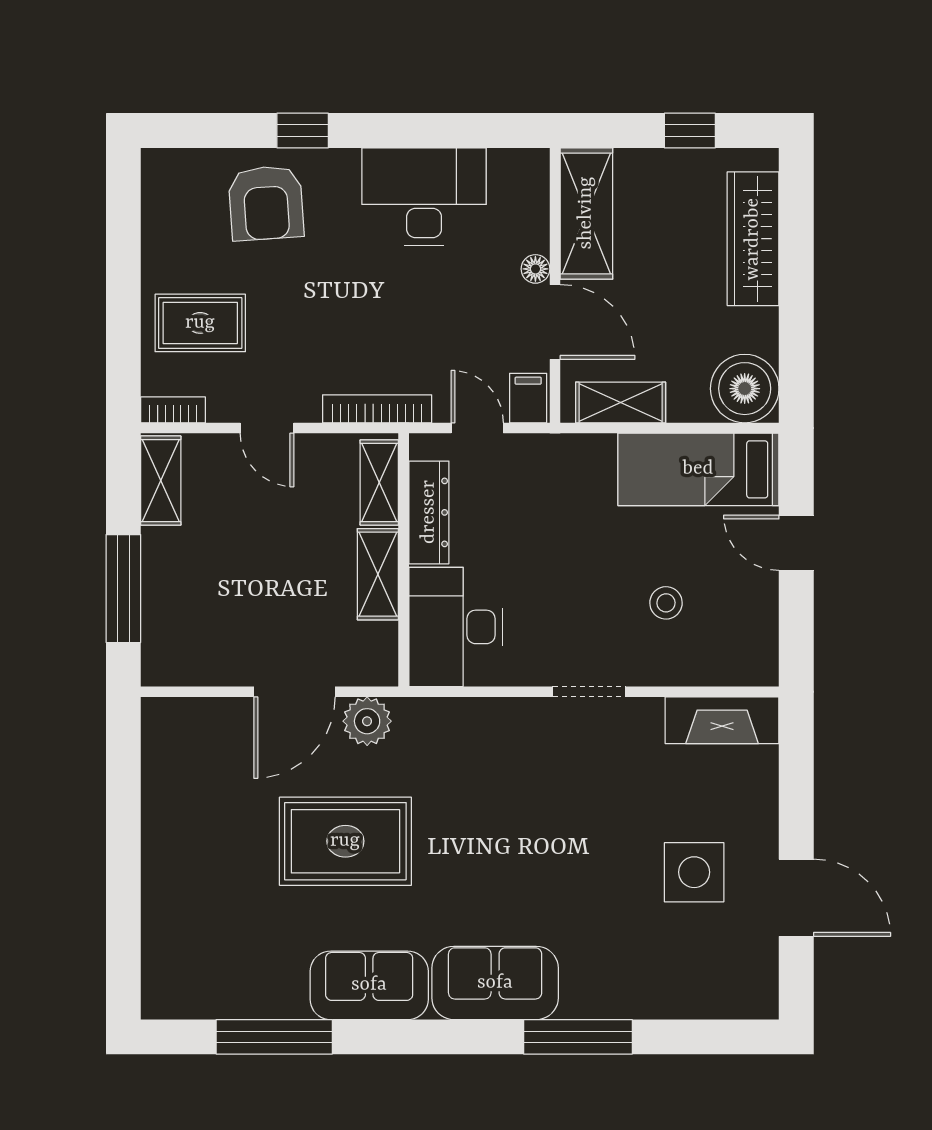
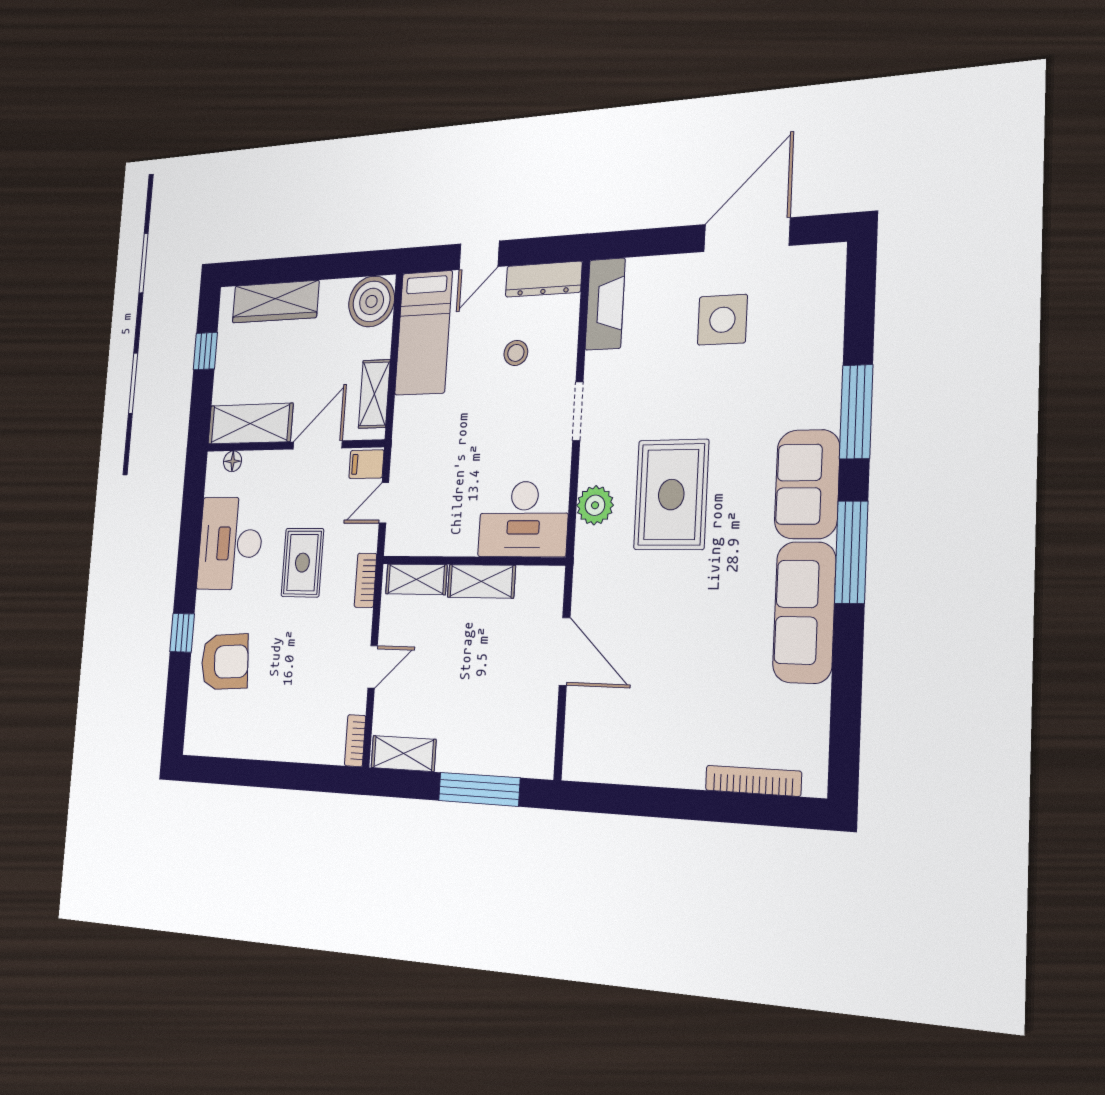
floor lamp: (535, 269) -> (233, 461), moved
rug: (200, 323) -> (302, 563), moved
bookcase: (377, 409) -> (366, 580), width x0.64
dresser: (429, 512) -> (544, 279), moved, turned 180
plant: (367, 721) -> (595, 505), moved
rug: (345, 841) -> (671, 495), moved
door: (796, 898) -> (747, 235), width x1.36
bookcase: (155, 933) -> (753, 781), added
sofa: (369, 985) -> (804, 612), width x1.36
window: (274, 1037) -> (851, 552), moved

